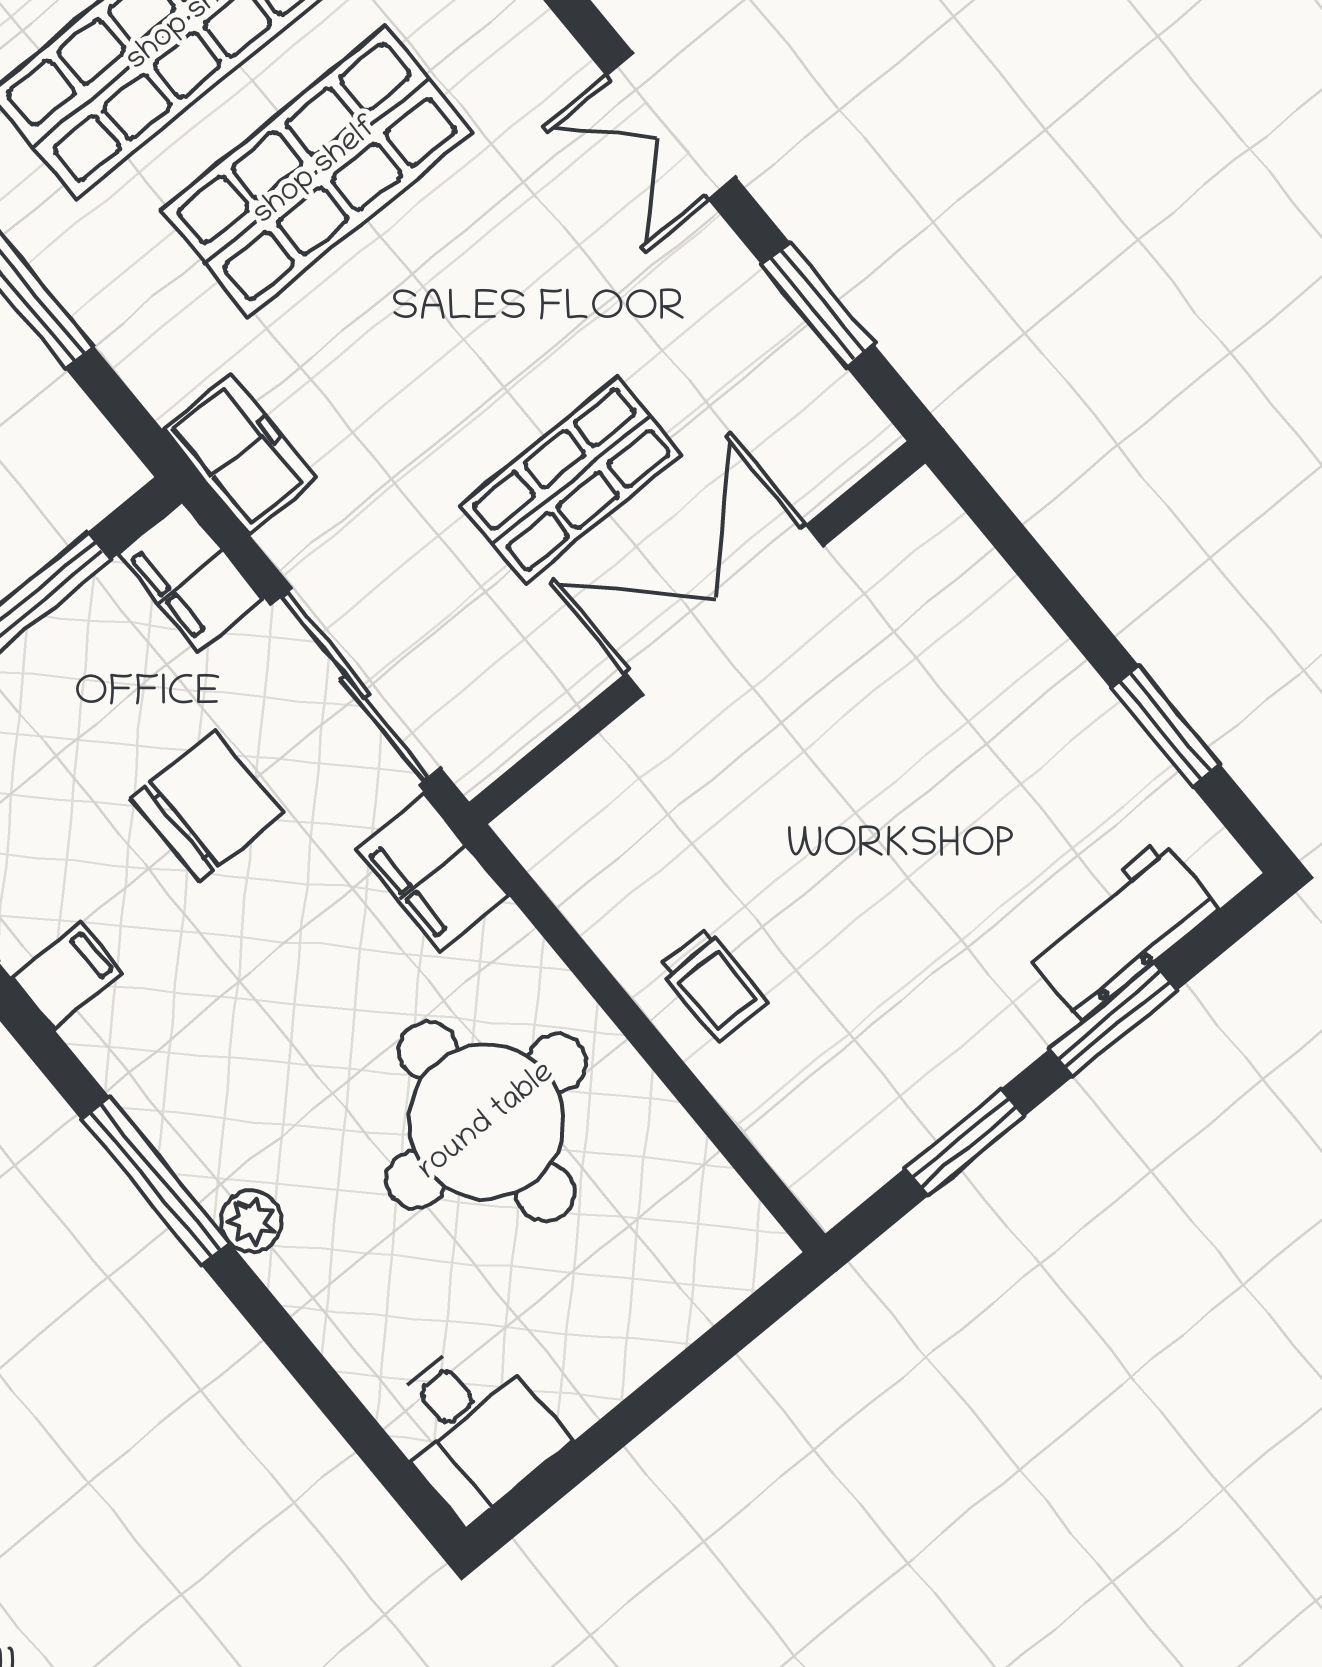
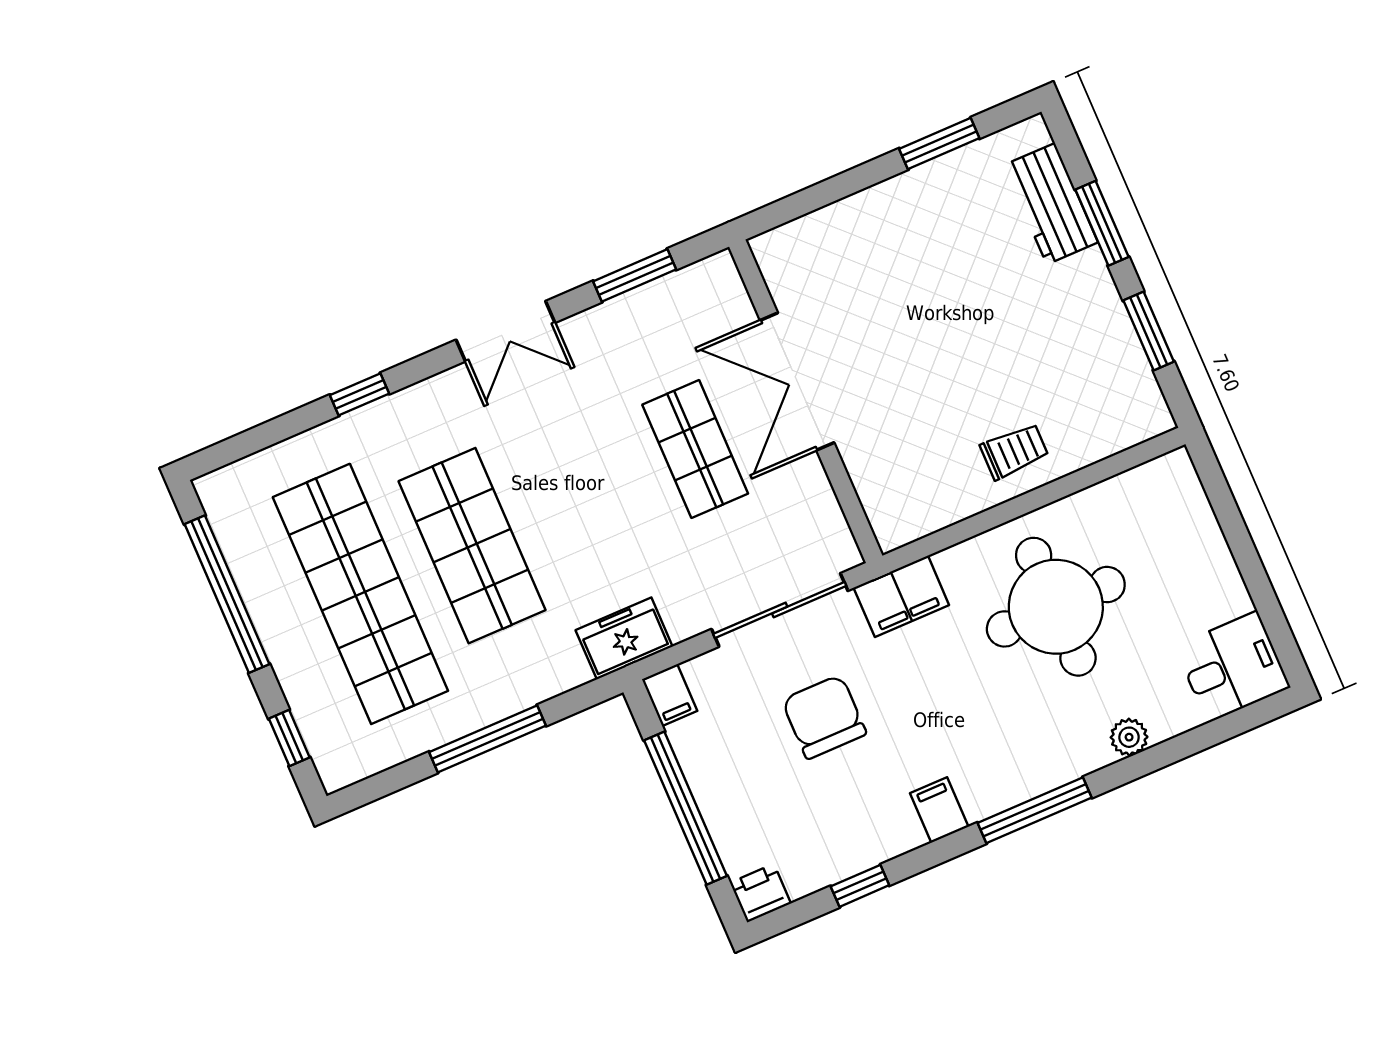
filing cabinet: (191, 576) -> (670, 695), width x0.50
filing cabinet: (67, 975) -> (939, 810), moved
plant: (251, 1221) -> (1129, 737), moved

